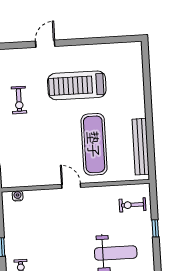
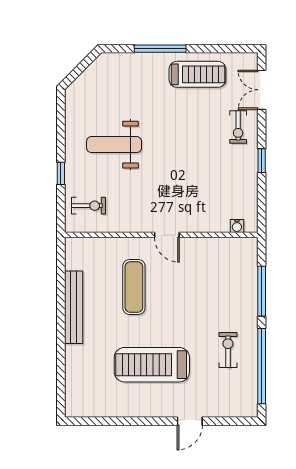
treadmill: (77, 85) -> (152, 365), turned 180
exercise mat: (94, 144) -> (134, 287), width x0.73, depth x0.69
bench: (141, 147) -> (74, 307), moved

